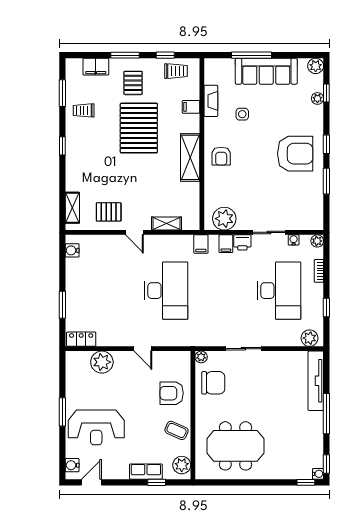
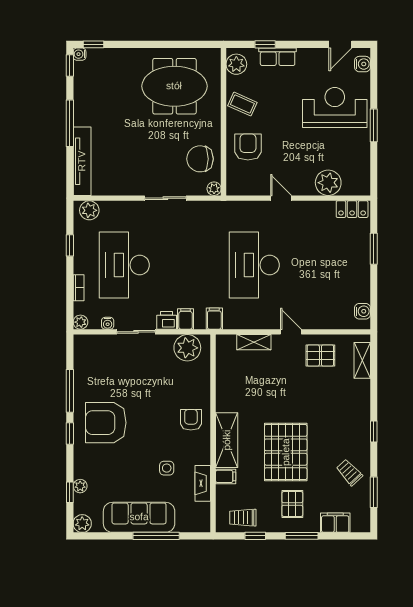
trolley: (84, 110) -> (349, 472), turned -133
shelving: (190, 157) -> (227, 440), moved
window: (326, 181) -> (70, 391), width x1.44
armchair: (172, 393) -> (248, 147), turned -90

